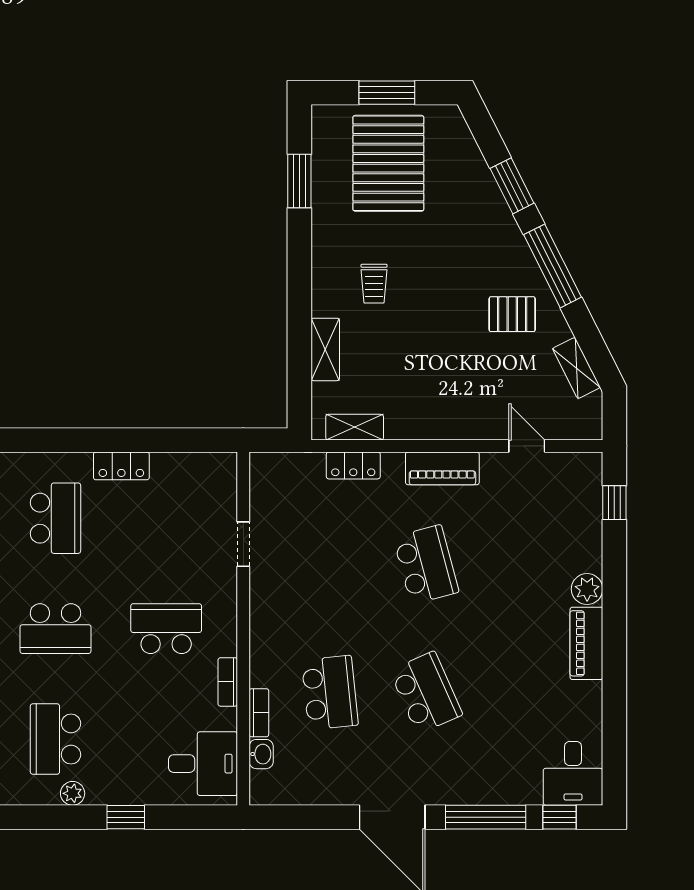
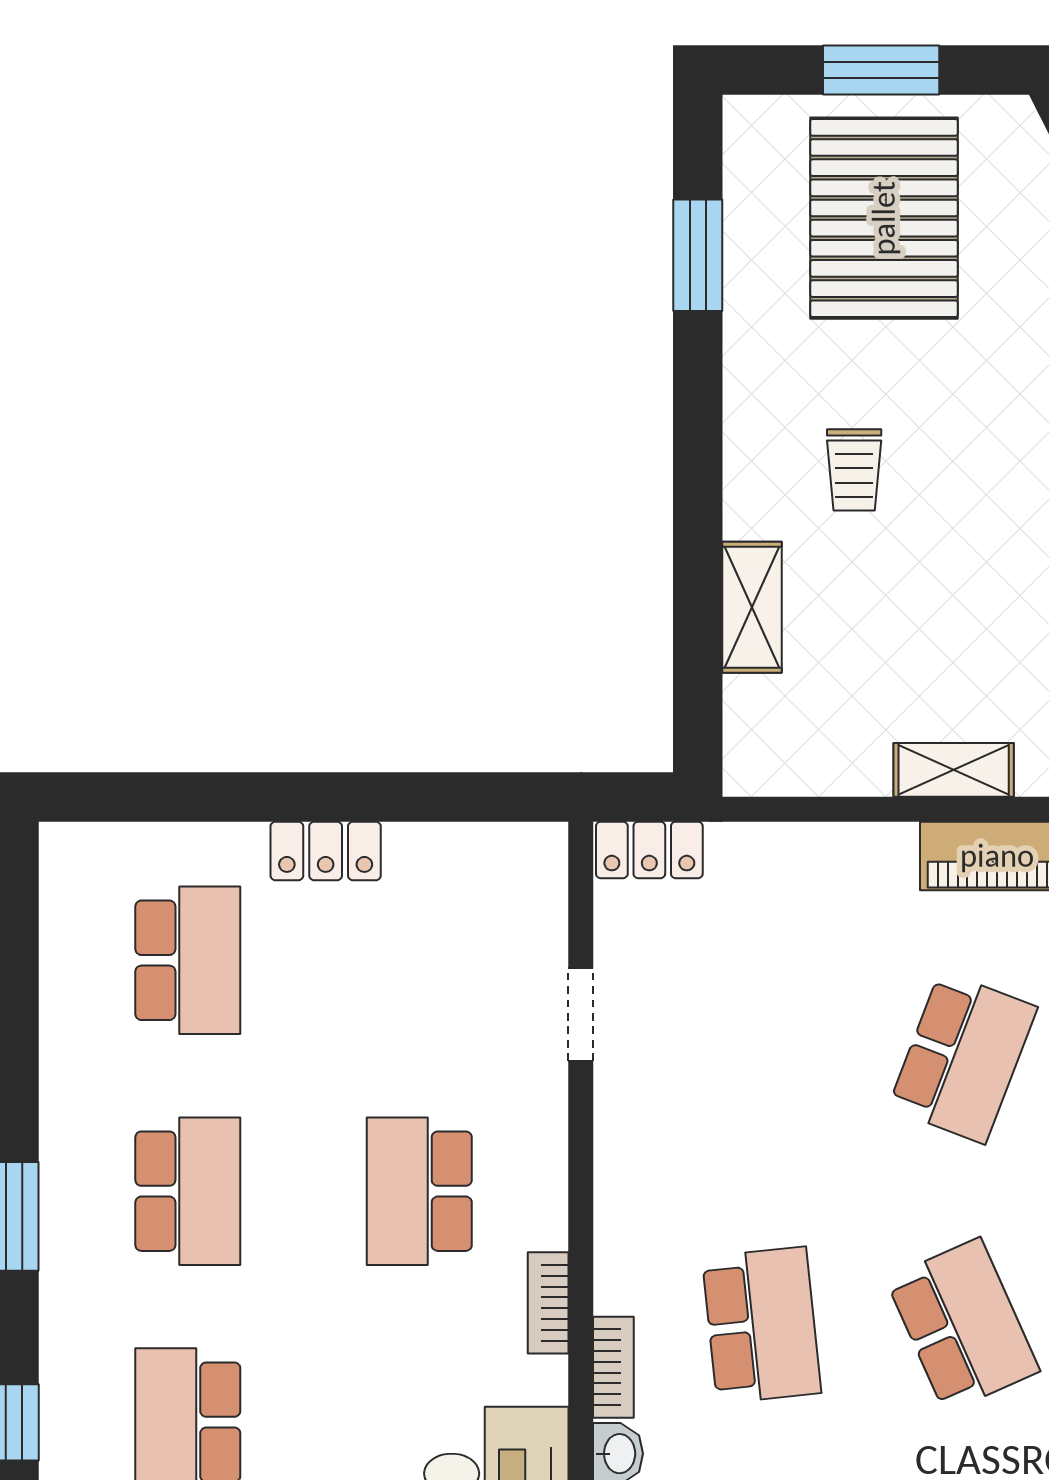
shelving: (355, 427) -> (954, 770), moved
locker: (353, 465) -> (649, 850), moved
school desk: (426, 565) -> (963, 1057), turned 36
school desk: (55, 629) -> (188, 1191), turned -90
school desk: (166, 629) -> (419, 1191), turned -90

